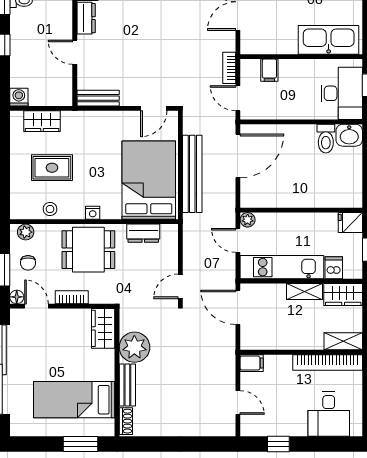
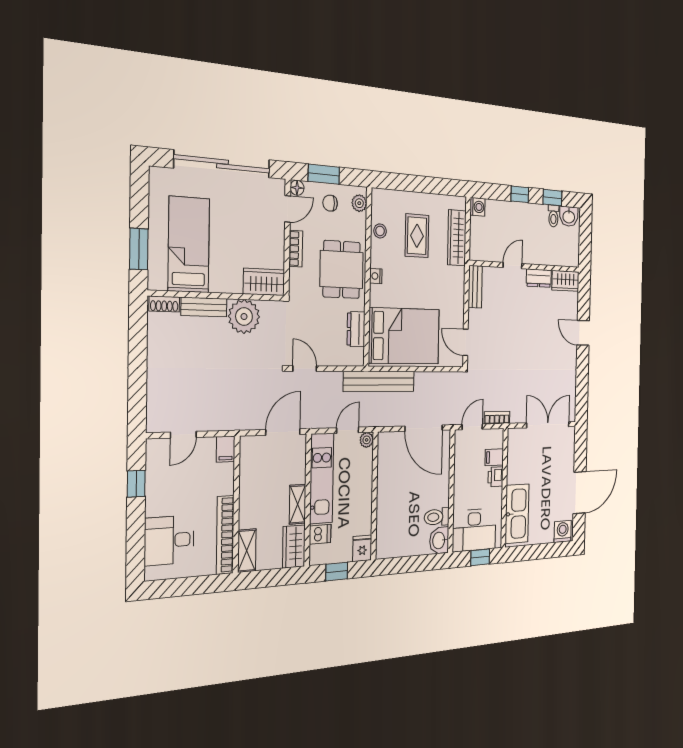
printer: (289, 68) -> (496, 477), added
wardrobe: (42, 121) -> (457, 238), width x1.50
bench: (192, 174) -> (379, 381), moved

